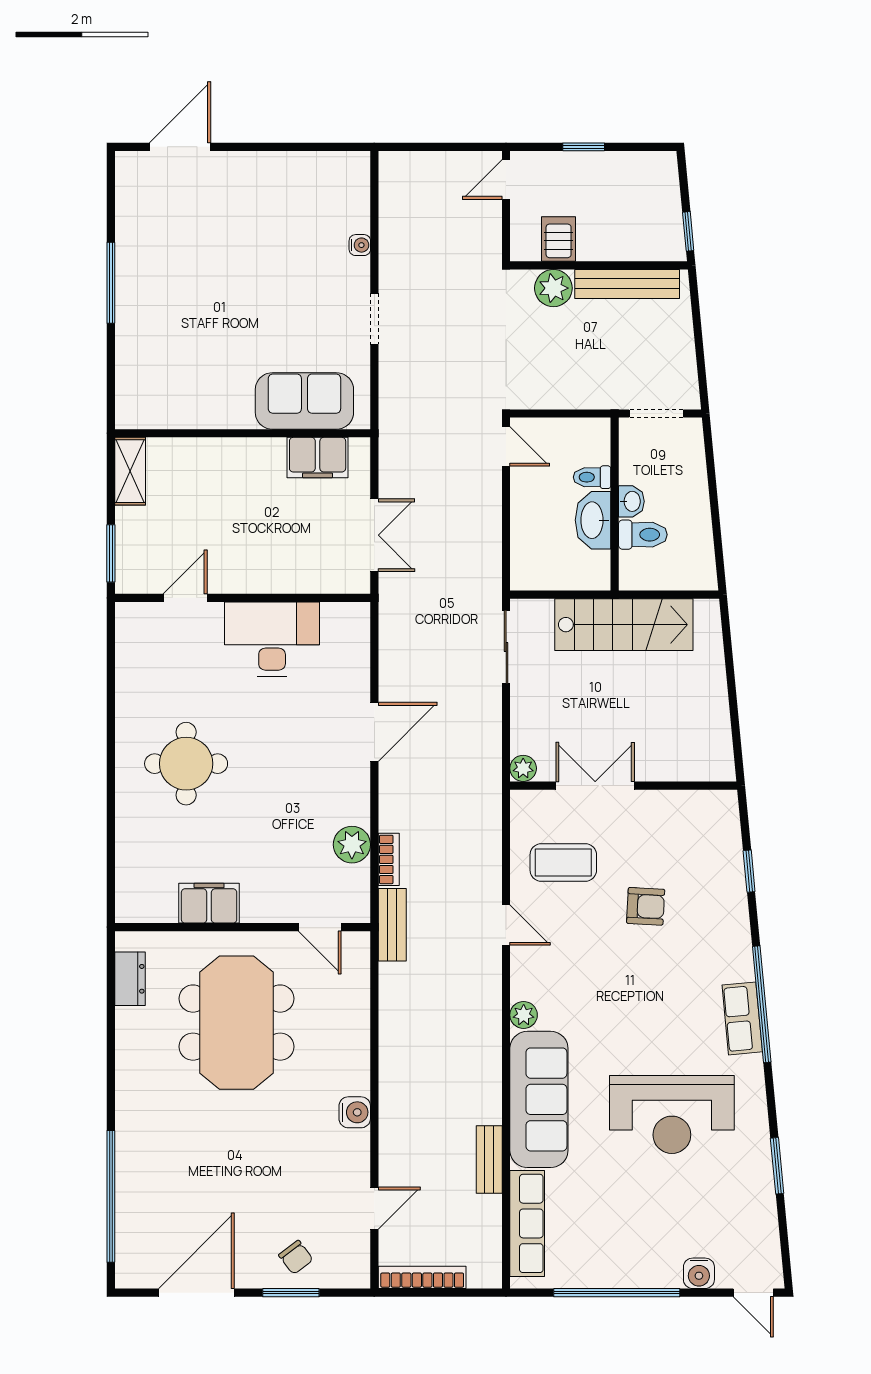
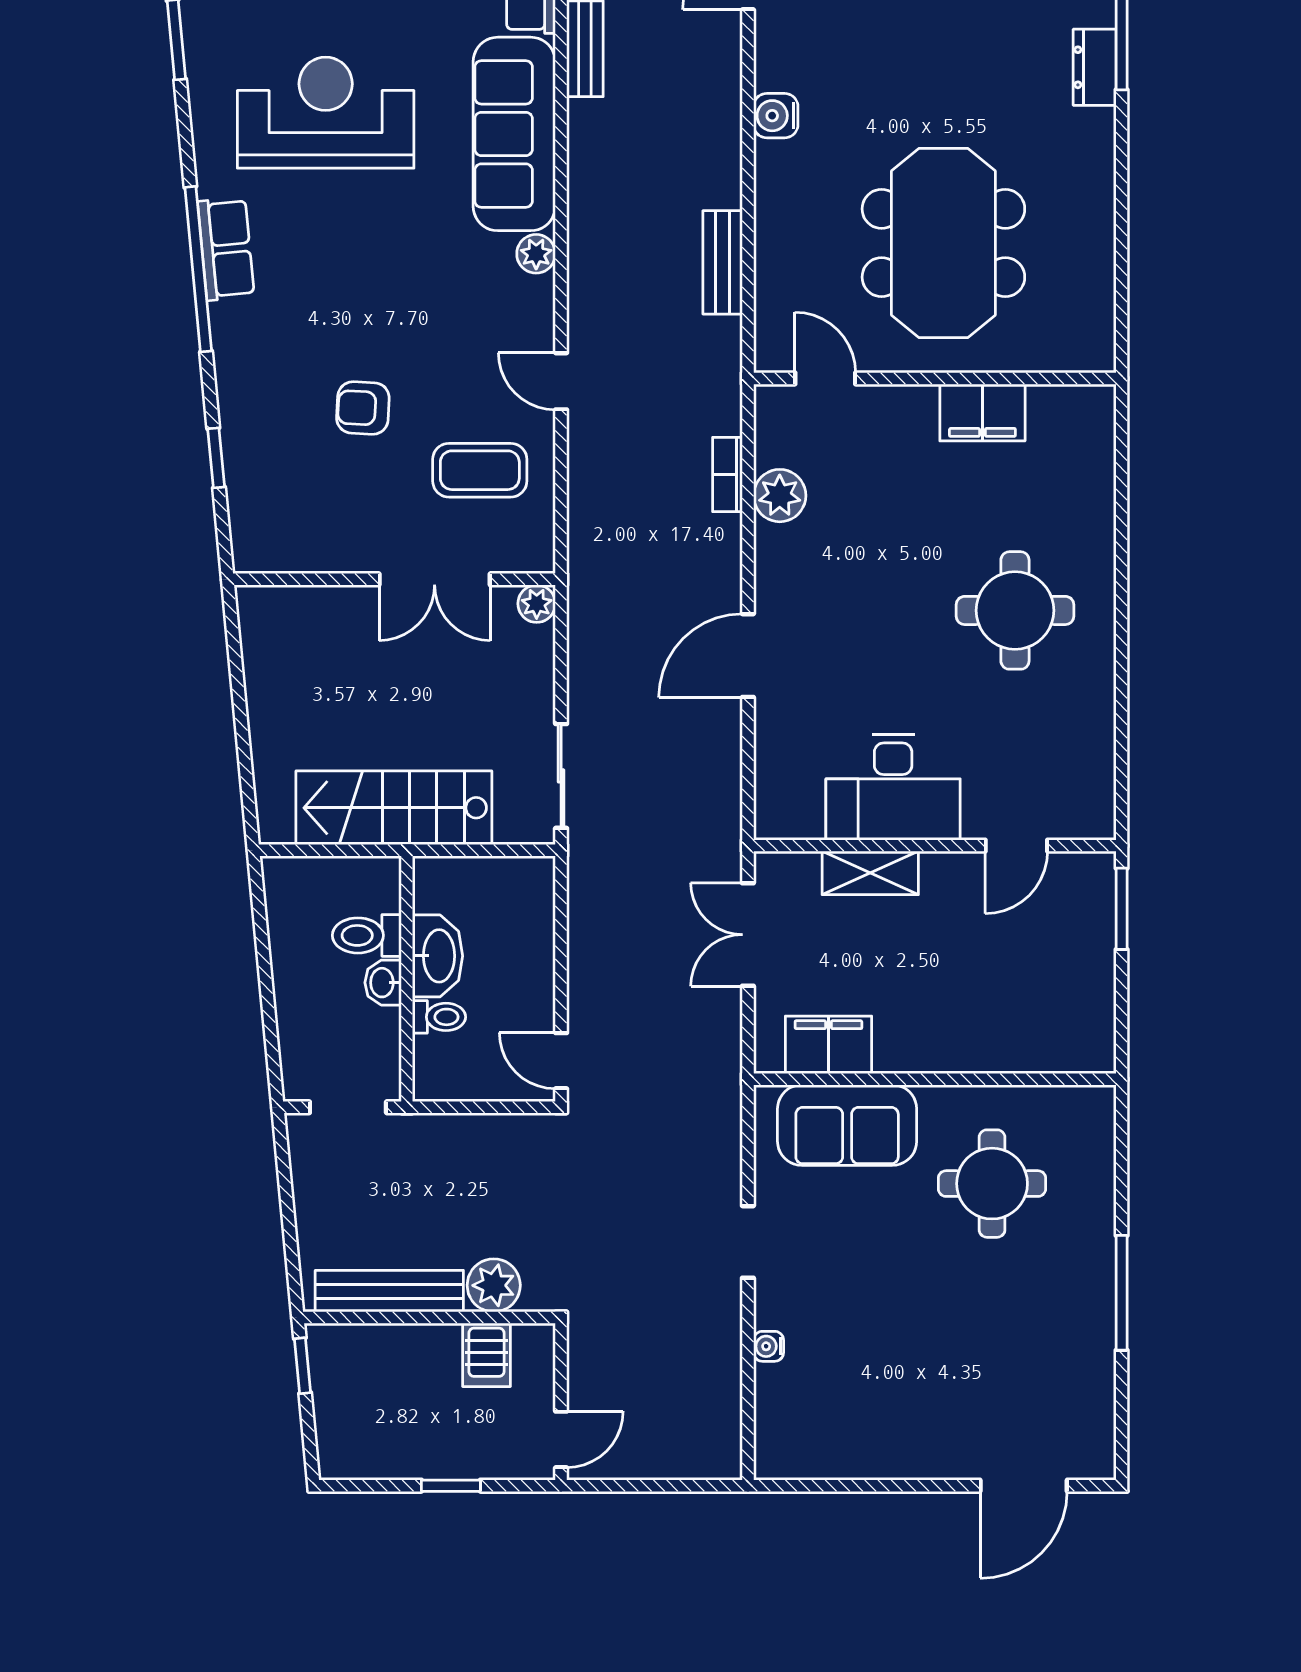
round table: (202, 360) -> (992, 1184), added
shelving: (130, 471) -> (870, 873), moved, turned 90
bench: (392, 925) -> (723, 262), moved
dresser: (130, 979) -> (1095, 67), moved

